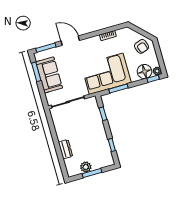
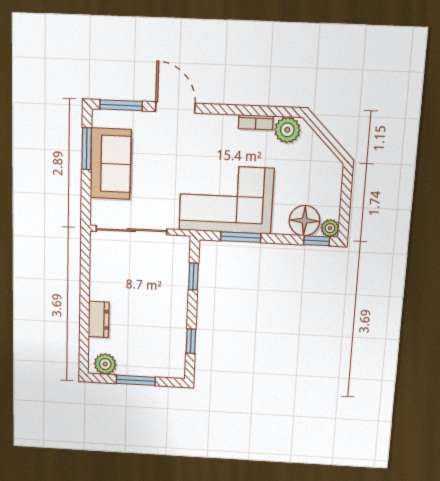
plant: (123, 34) -> (287, 130), added
armchair: (142, 46) -> (317, 168), removed
plant: (86, 167) -> (105, 364), moved

